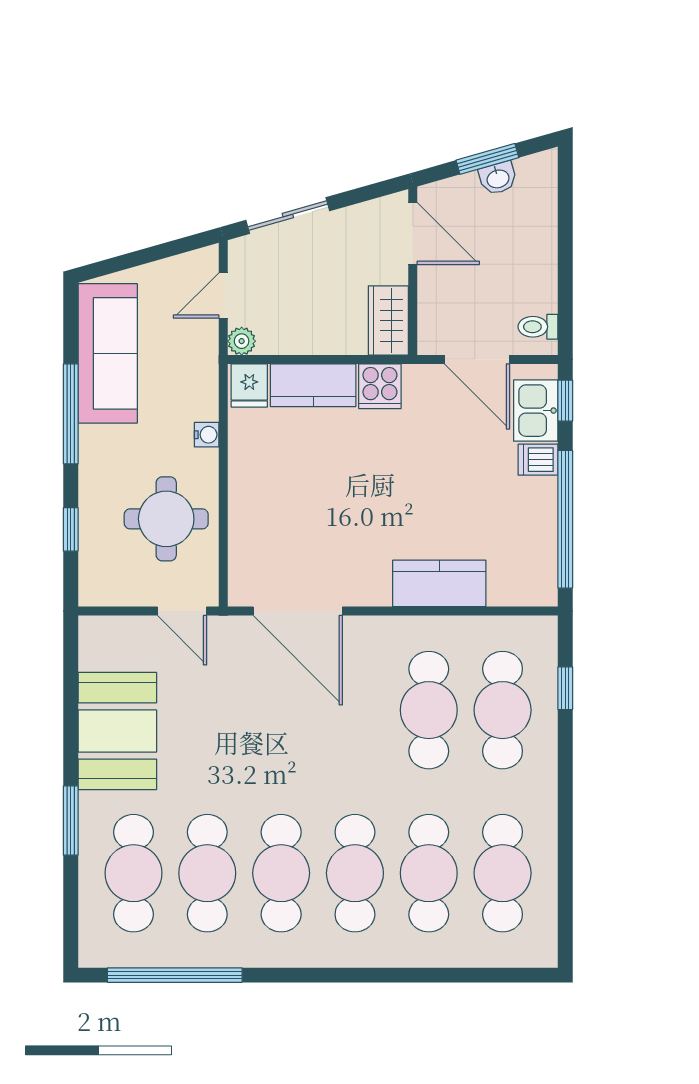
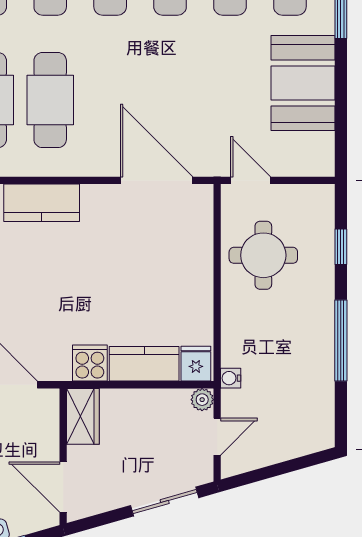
sofa: (108, 353) -> (311, 390), removed
water cooler: (207, 435) -> (231, 378), moved

